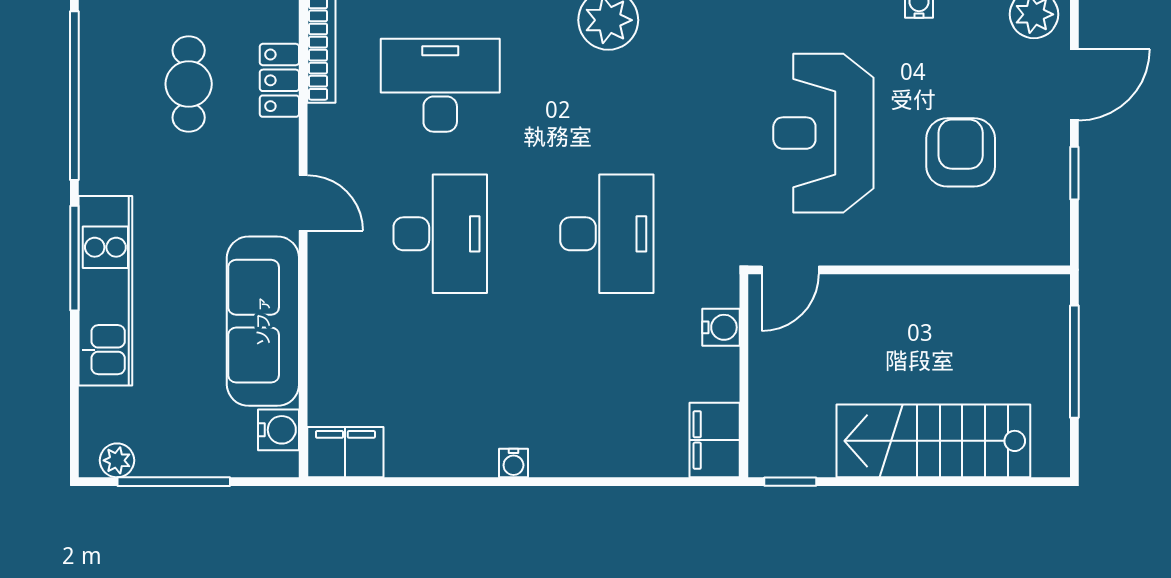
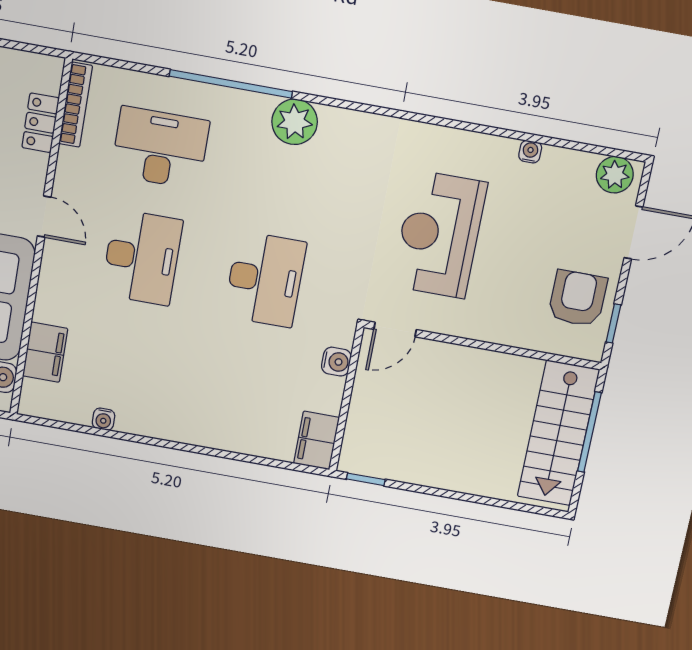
armchair: (961, 152) -> (578, 298), moved
window: (1074, 173) -> (613, 323), moved
stairs: (933, 441) -> (558, 433), moved, turned -90
filing cabinet: (345, 452) -> (45, 352), moved, turned 90
water cooler: (513, 463) -> (104, 419), moved

